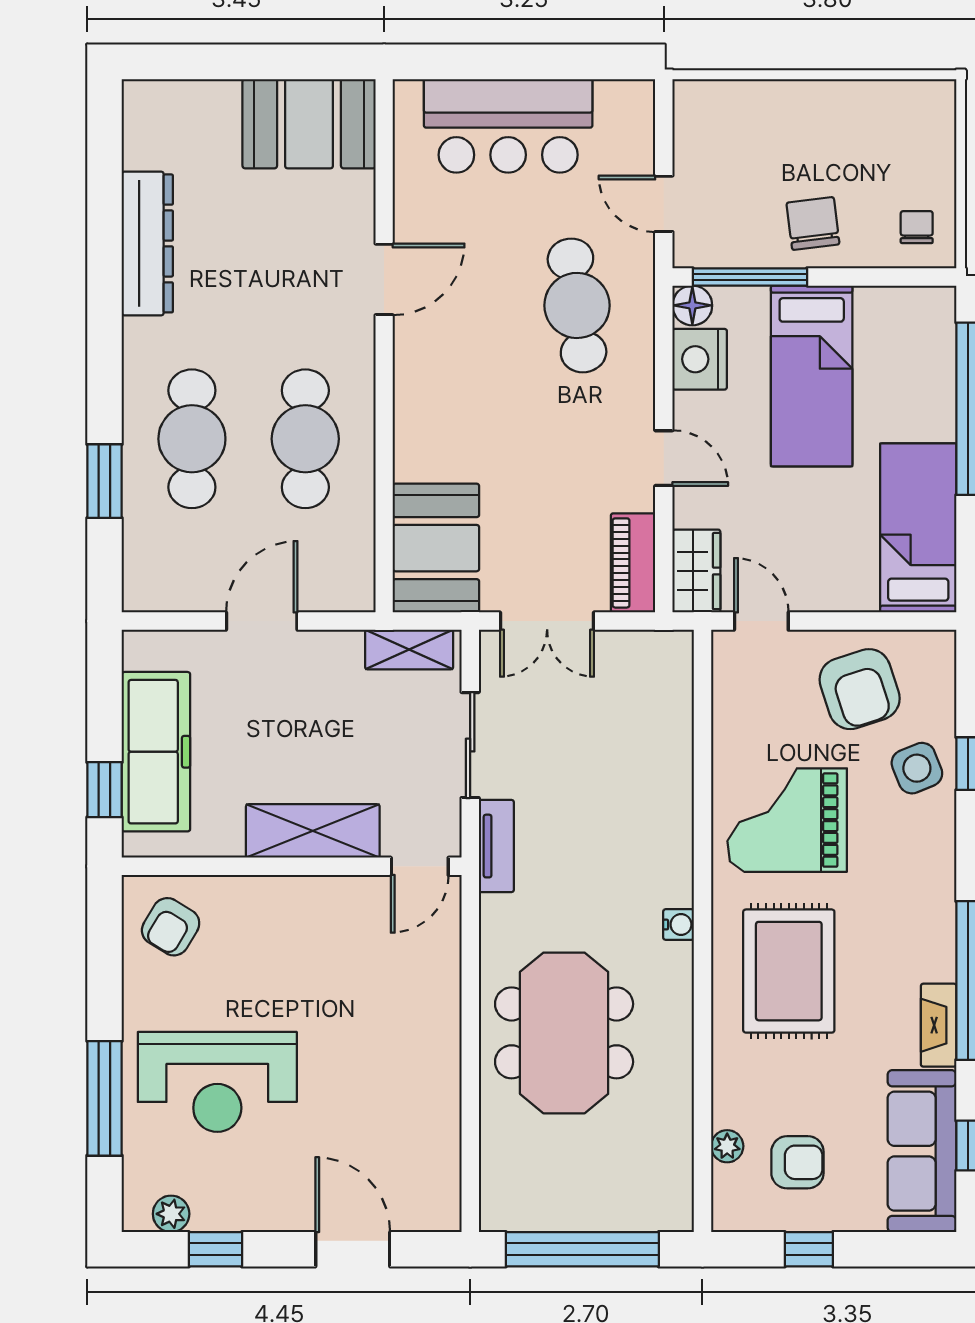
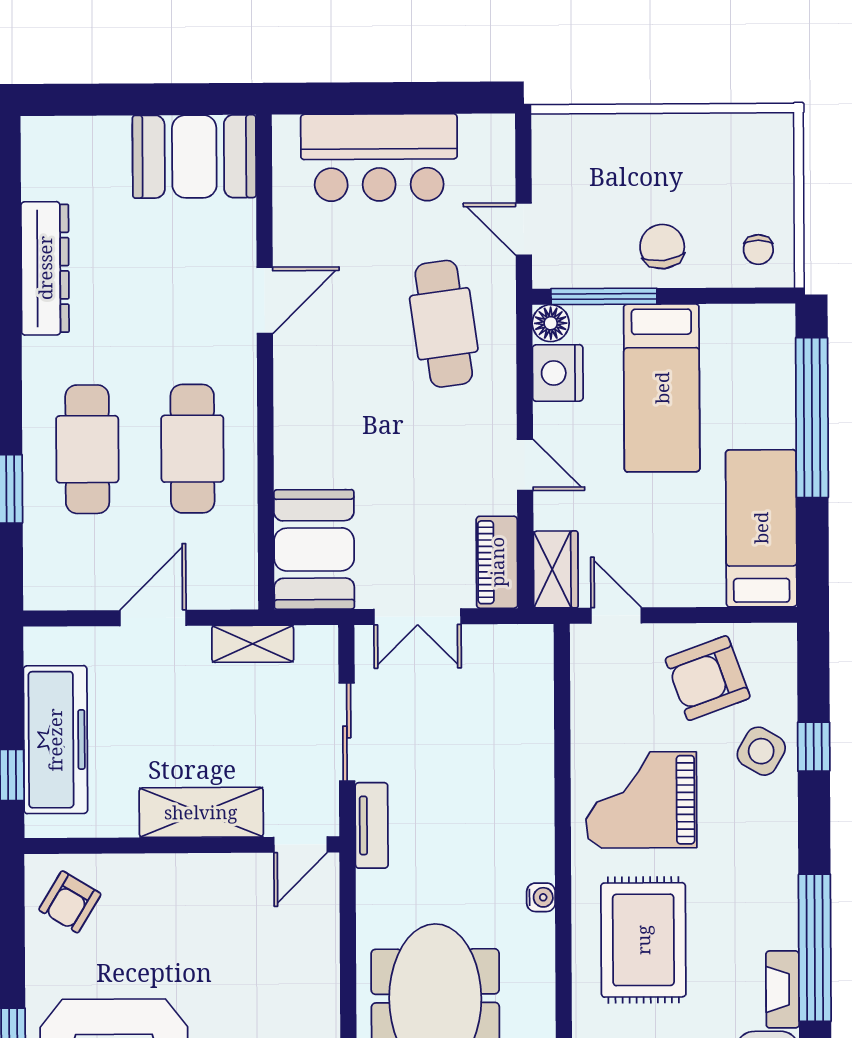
chair: (917, 227) -> (758, 250), turned 180
shelving: (409, 650) -> (253, 644), moved
armchair: (860, 689) -> (708, 678), turned 88
side table: (917, 768) -> (761, 751), turned -38

